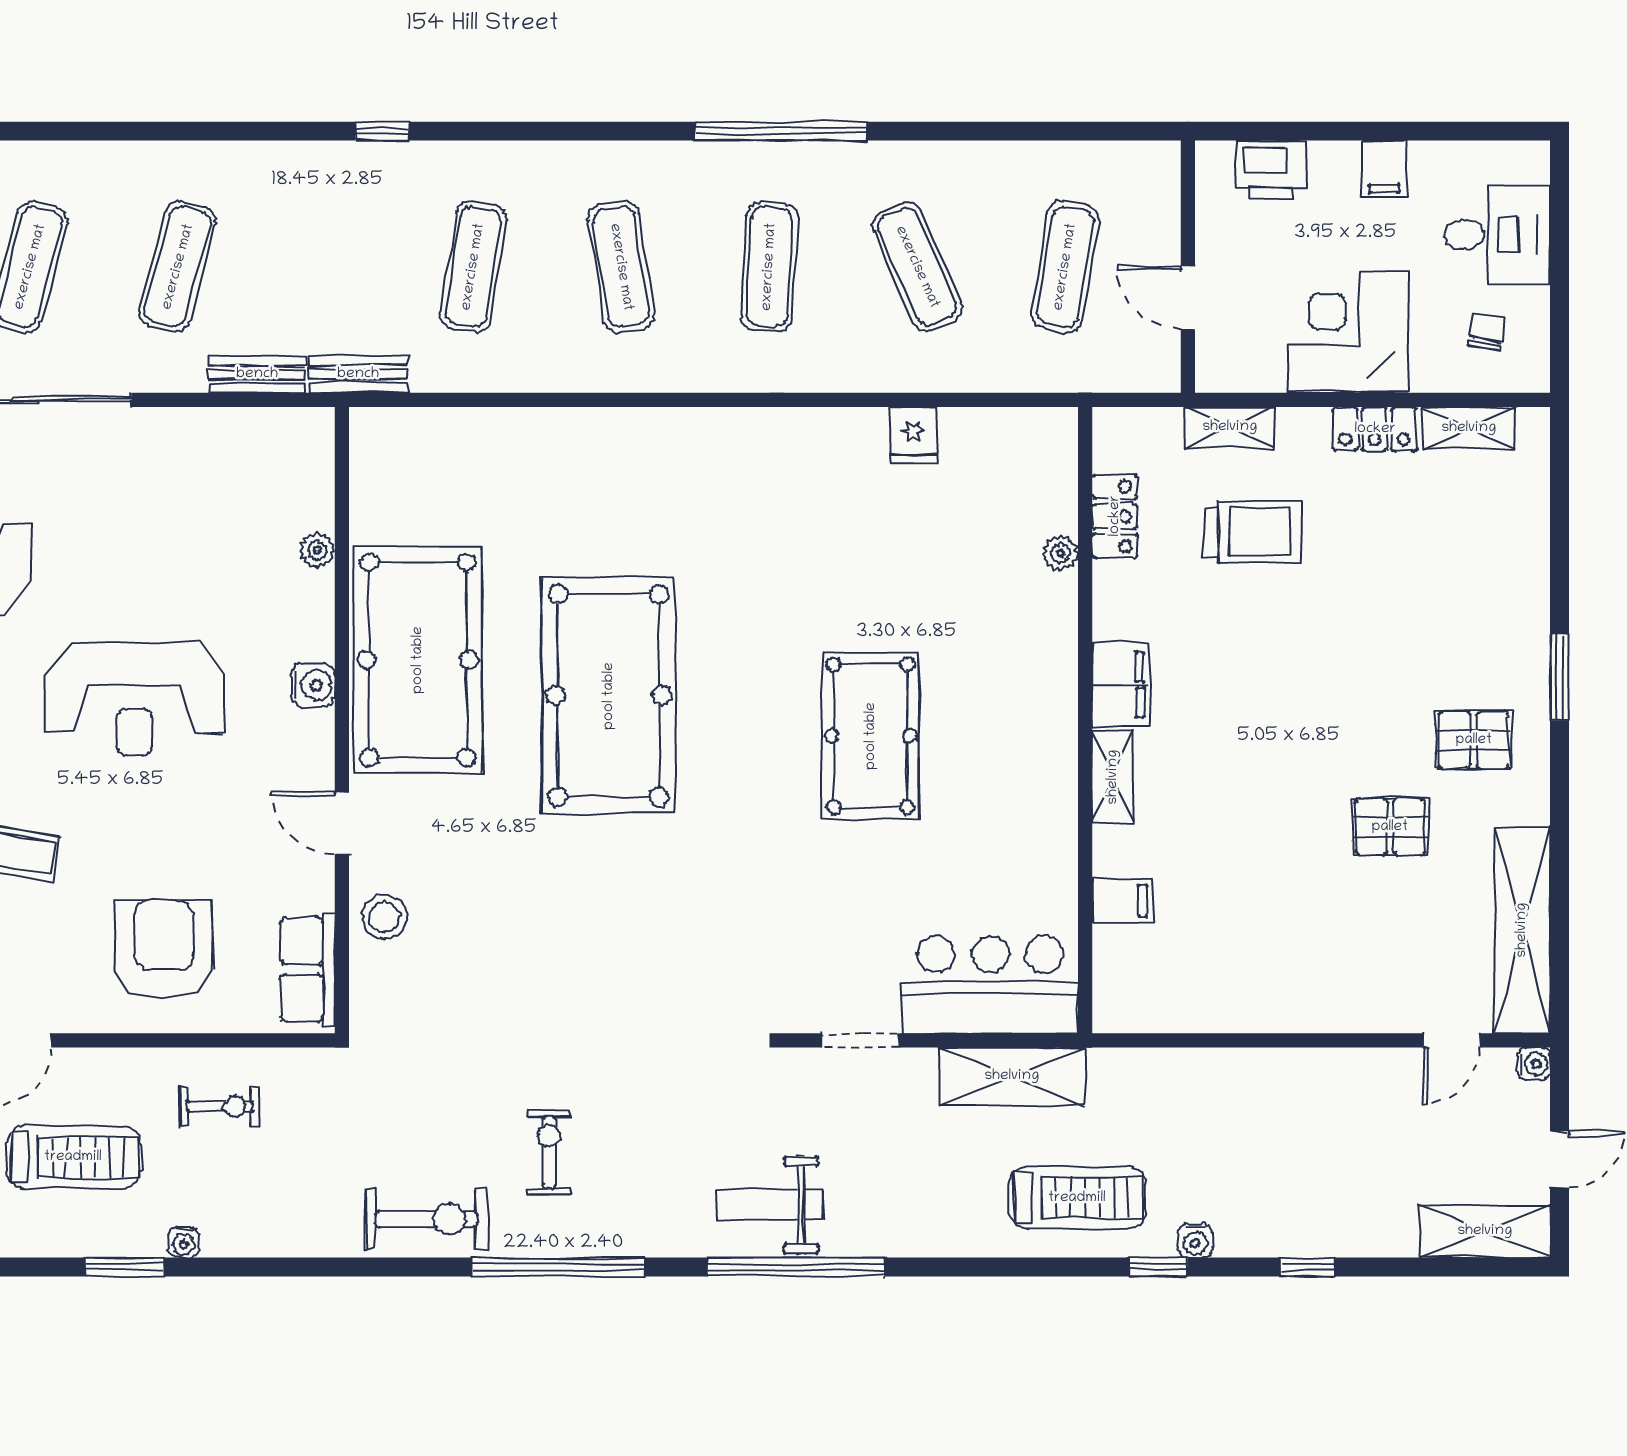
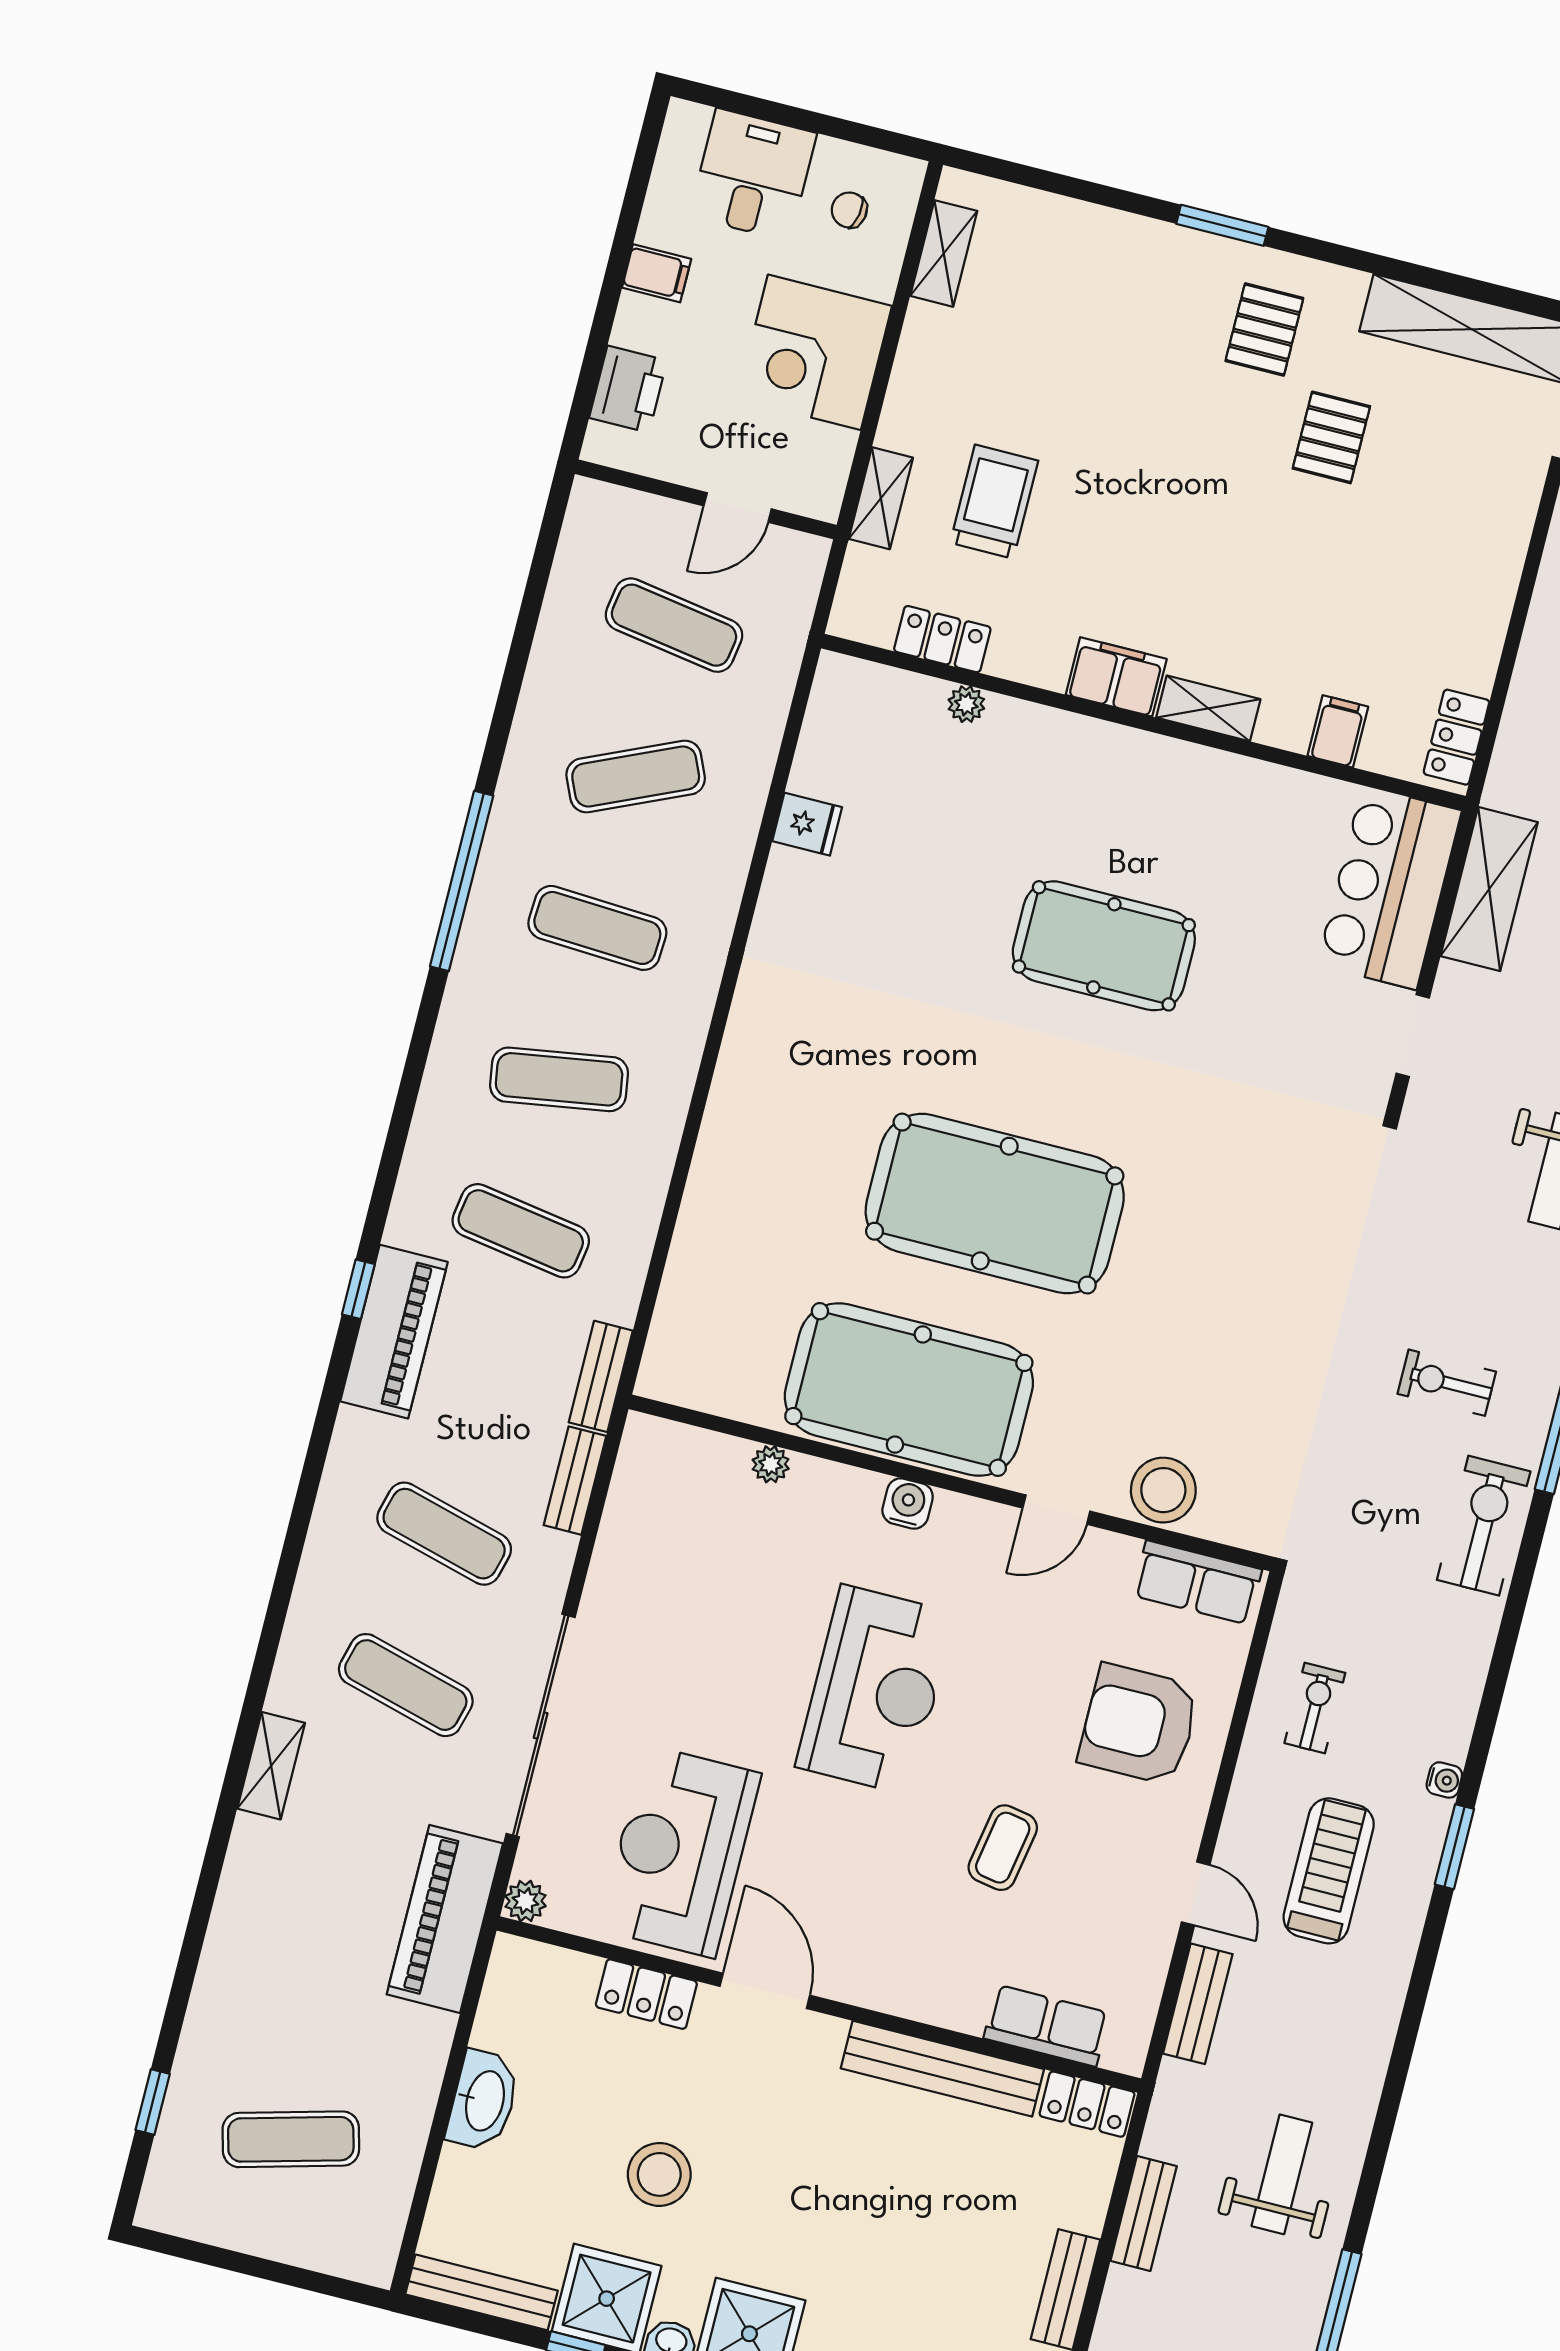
piano: (351, 174) -> (394, 1332), added
locker: (1375, 429) -> (1456, 737), moved, turned 180
stool: (385, 917) -> (1163, 1490), width x1.38, depth x1.38

